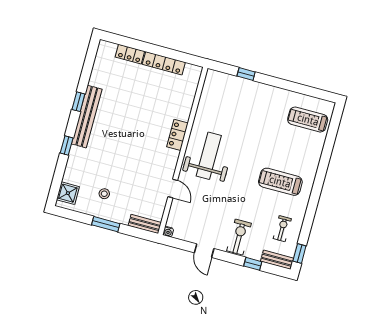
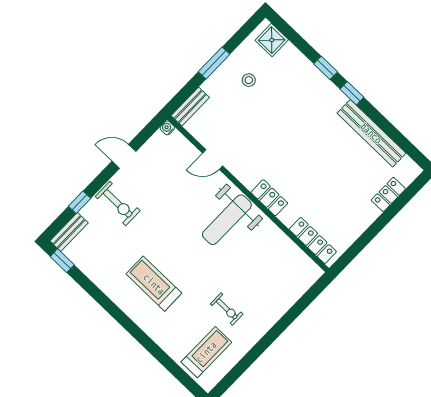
locker: (164, 63) -> (313, 240), moved, turned 90
window: (246, 74) -> (295, 312), removed
window: (78, 102) -> (352, 93), moved
bench: (87, 117) -> (371, 133), moved
weight bench: (209, 156) -> (227, 220), turned 90
treadmill: (280, 182) -> (154, 284), turned -90
exercise bike: (282, 229) -> (227, 309), moved

